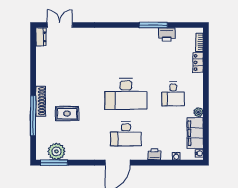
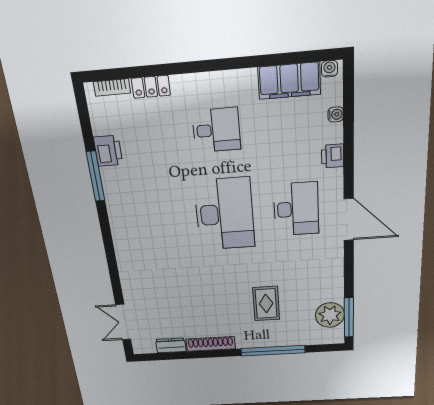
dresser: (41, 37) -> (171, 345), moved
shoe rack: (41, 101) -> (211, 344), moved
plant: (198, 112) -> (247, 78), removed

